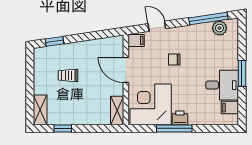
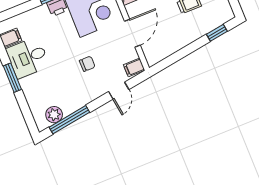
door: (157, 26) -> (119, 91), hinge flipped
door: (126, 70) -> (132, 33), hinge flipped

